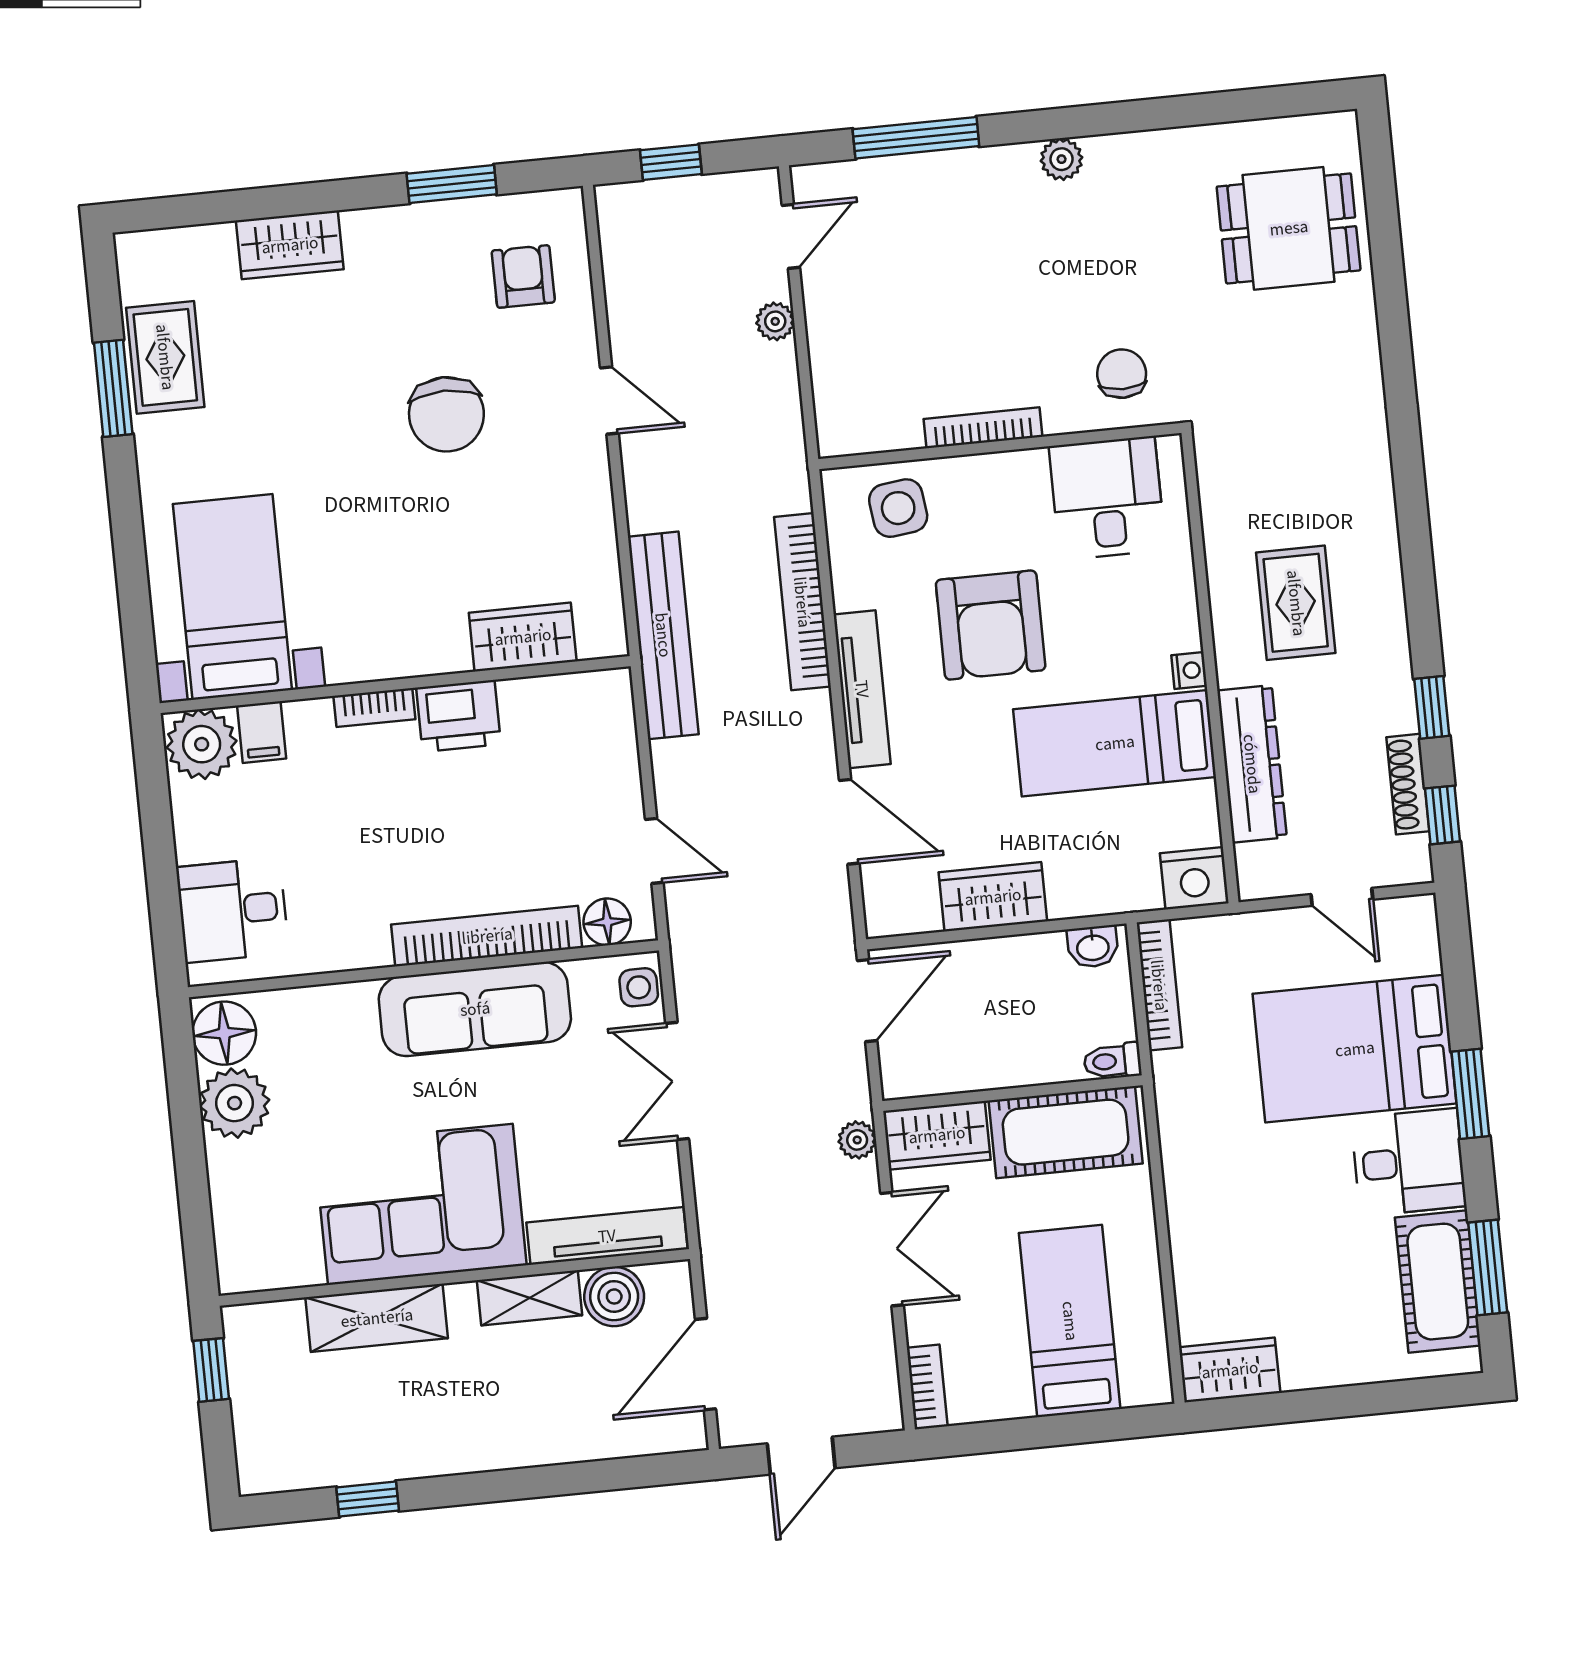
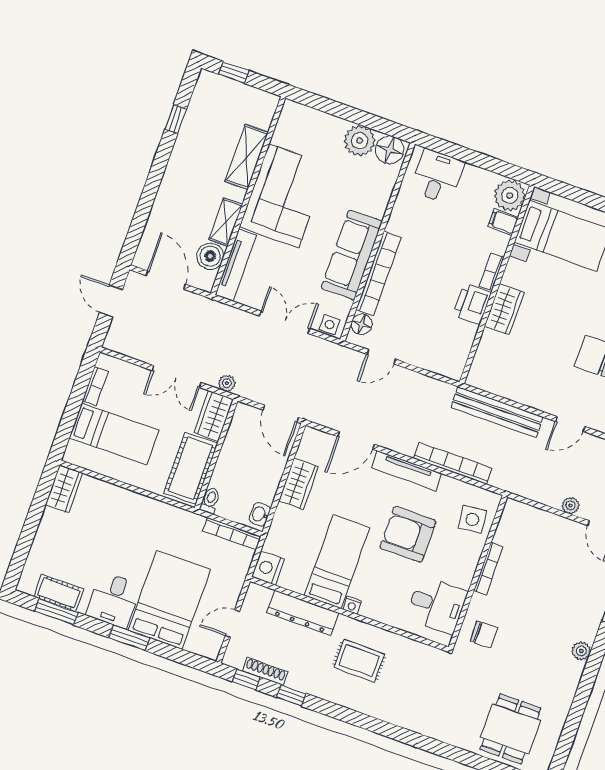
bench: (663, 635) -> (497, 412), moved
wardrobe: (523, 637) -> (504, 309), moved
cot: (1438, 1282) -> (59, 593), width x0.73, depth x0.75
window: (211, 1370) -> (234, 72), moved
bookcase: (927, 1387) -> (95, 386), moved, turned -90

